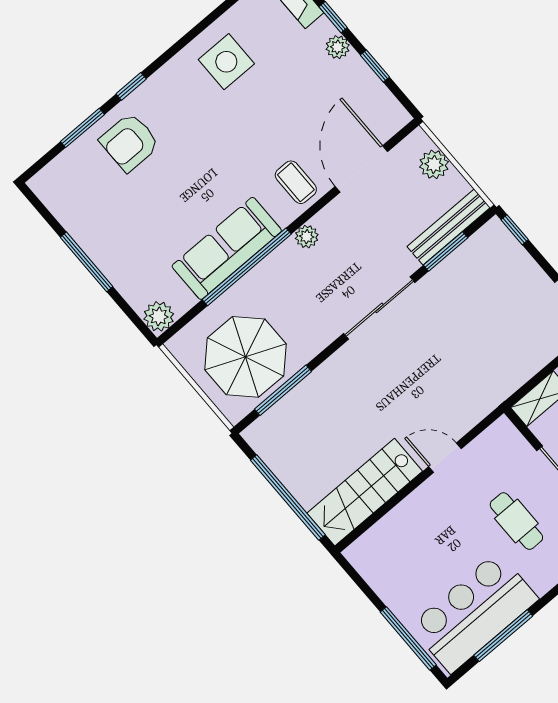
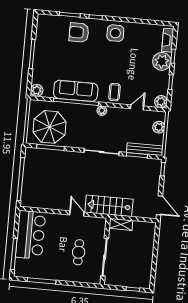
plant: (338, 47) -> (162, 61), width x1.88, depth x1.88
side table: (226, 62) -> (115, 33), moved
plant: (393, 117) -> (161, 102), added
door: (361, 169) -> (137, 107), width x0.53
stairs: (365, 492) -> (109, 206), moved
bar counter: (474, 612) -> (31, 235), moved, turned 90

